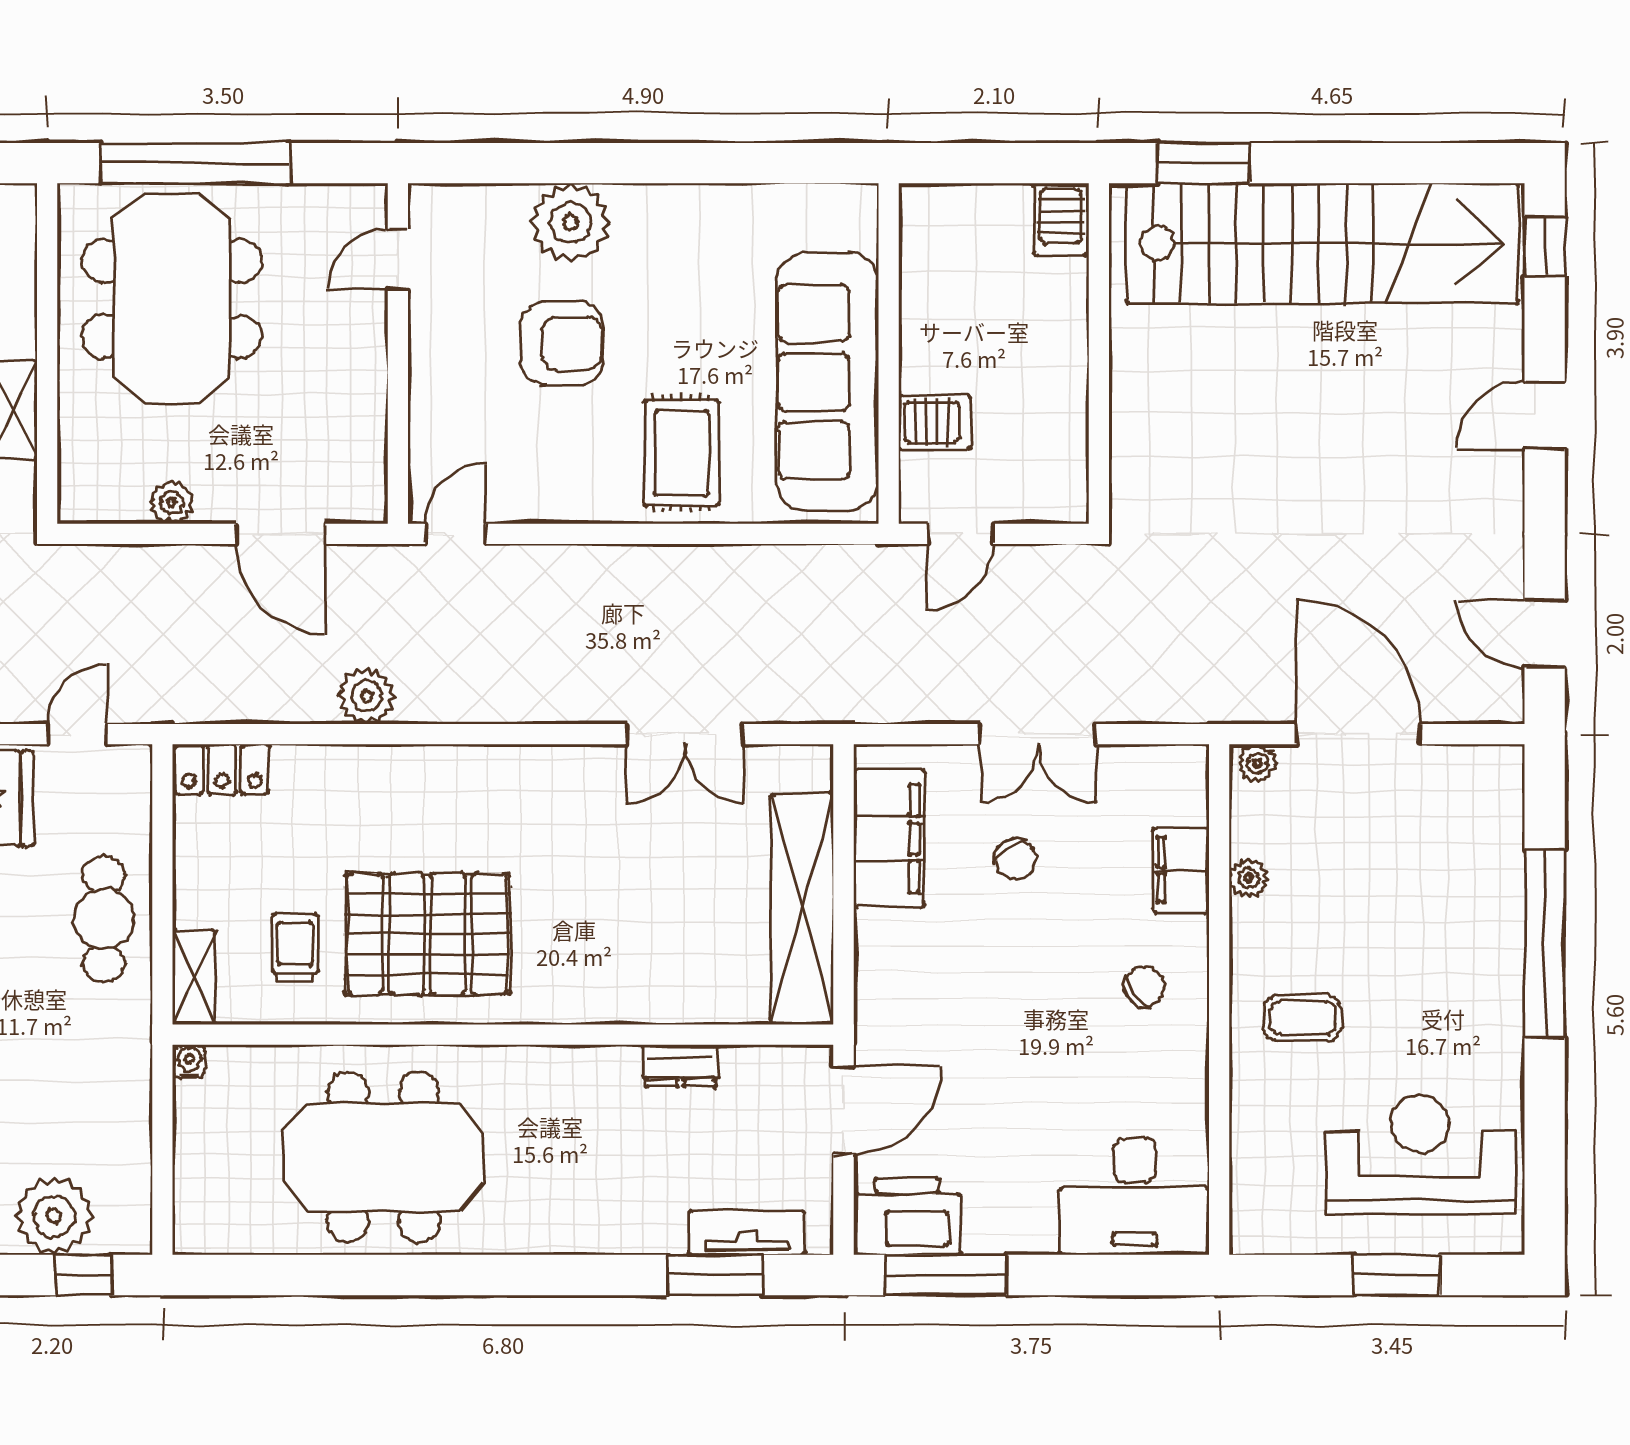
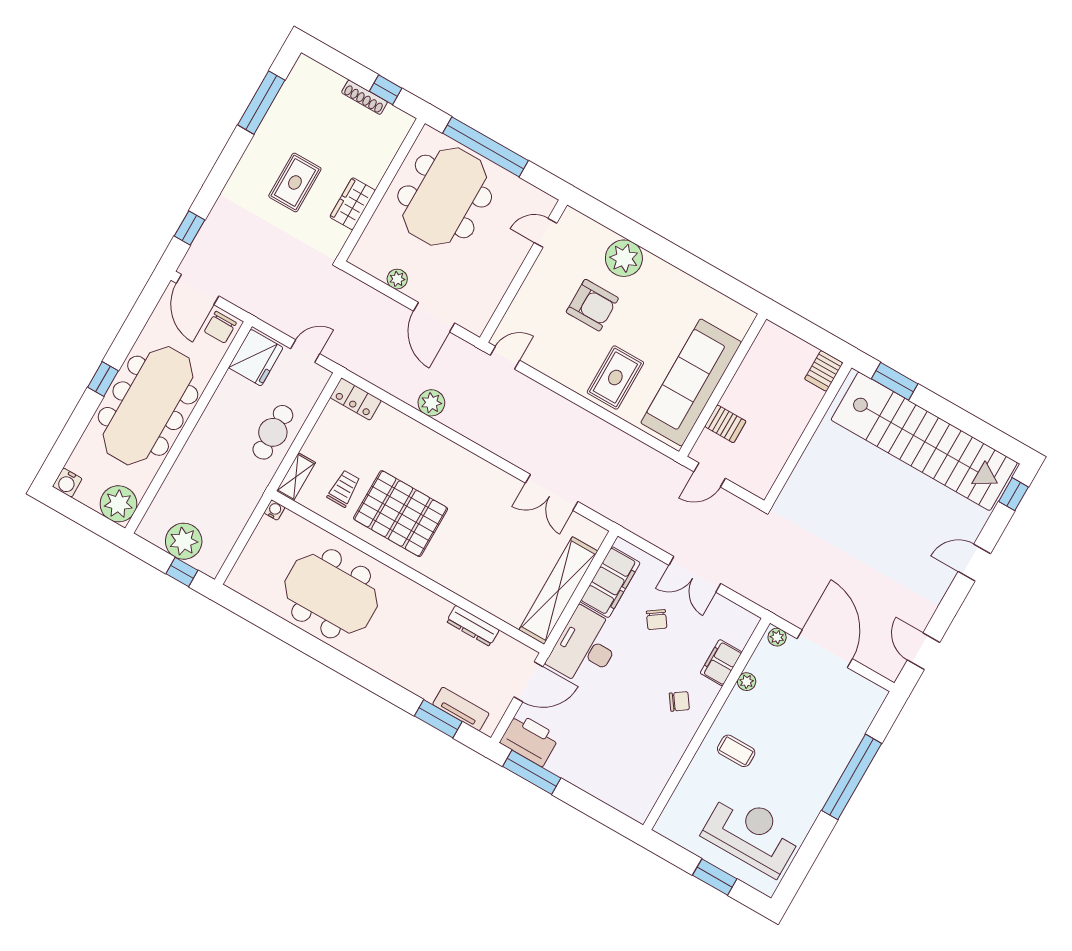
dresser: (681, 1066) -> (473, 626), width x1.44
desk: (1135, 1197) -> (585, 647), moved, turned 90

